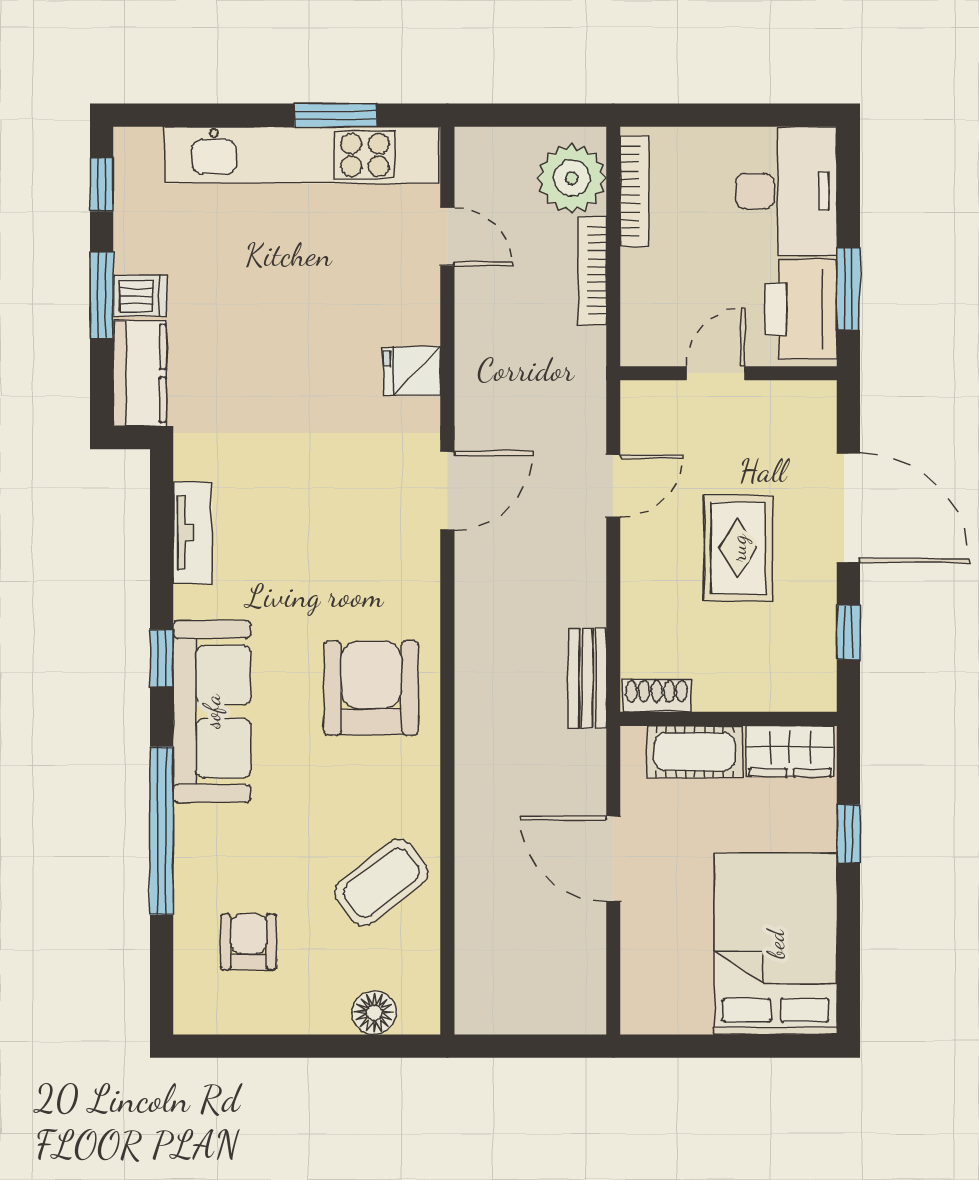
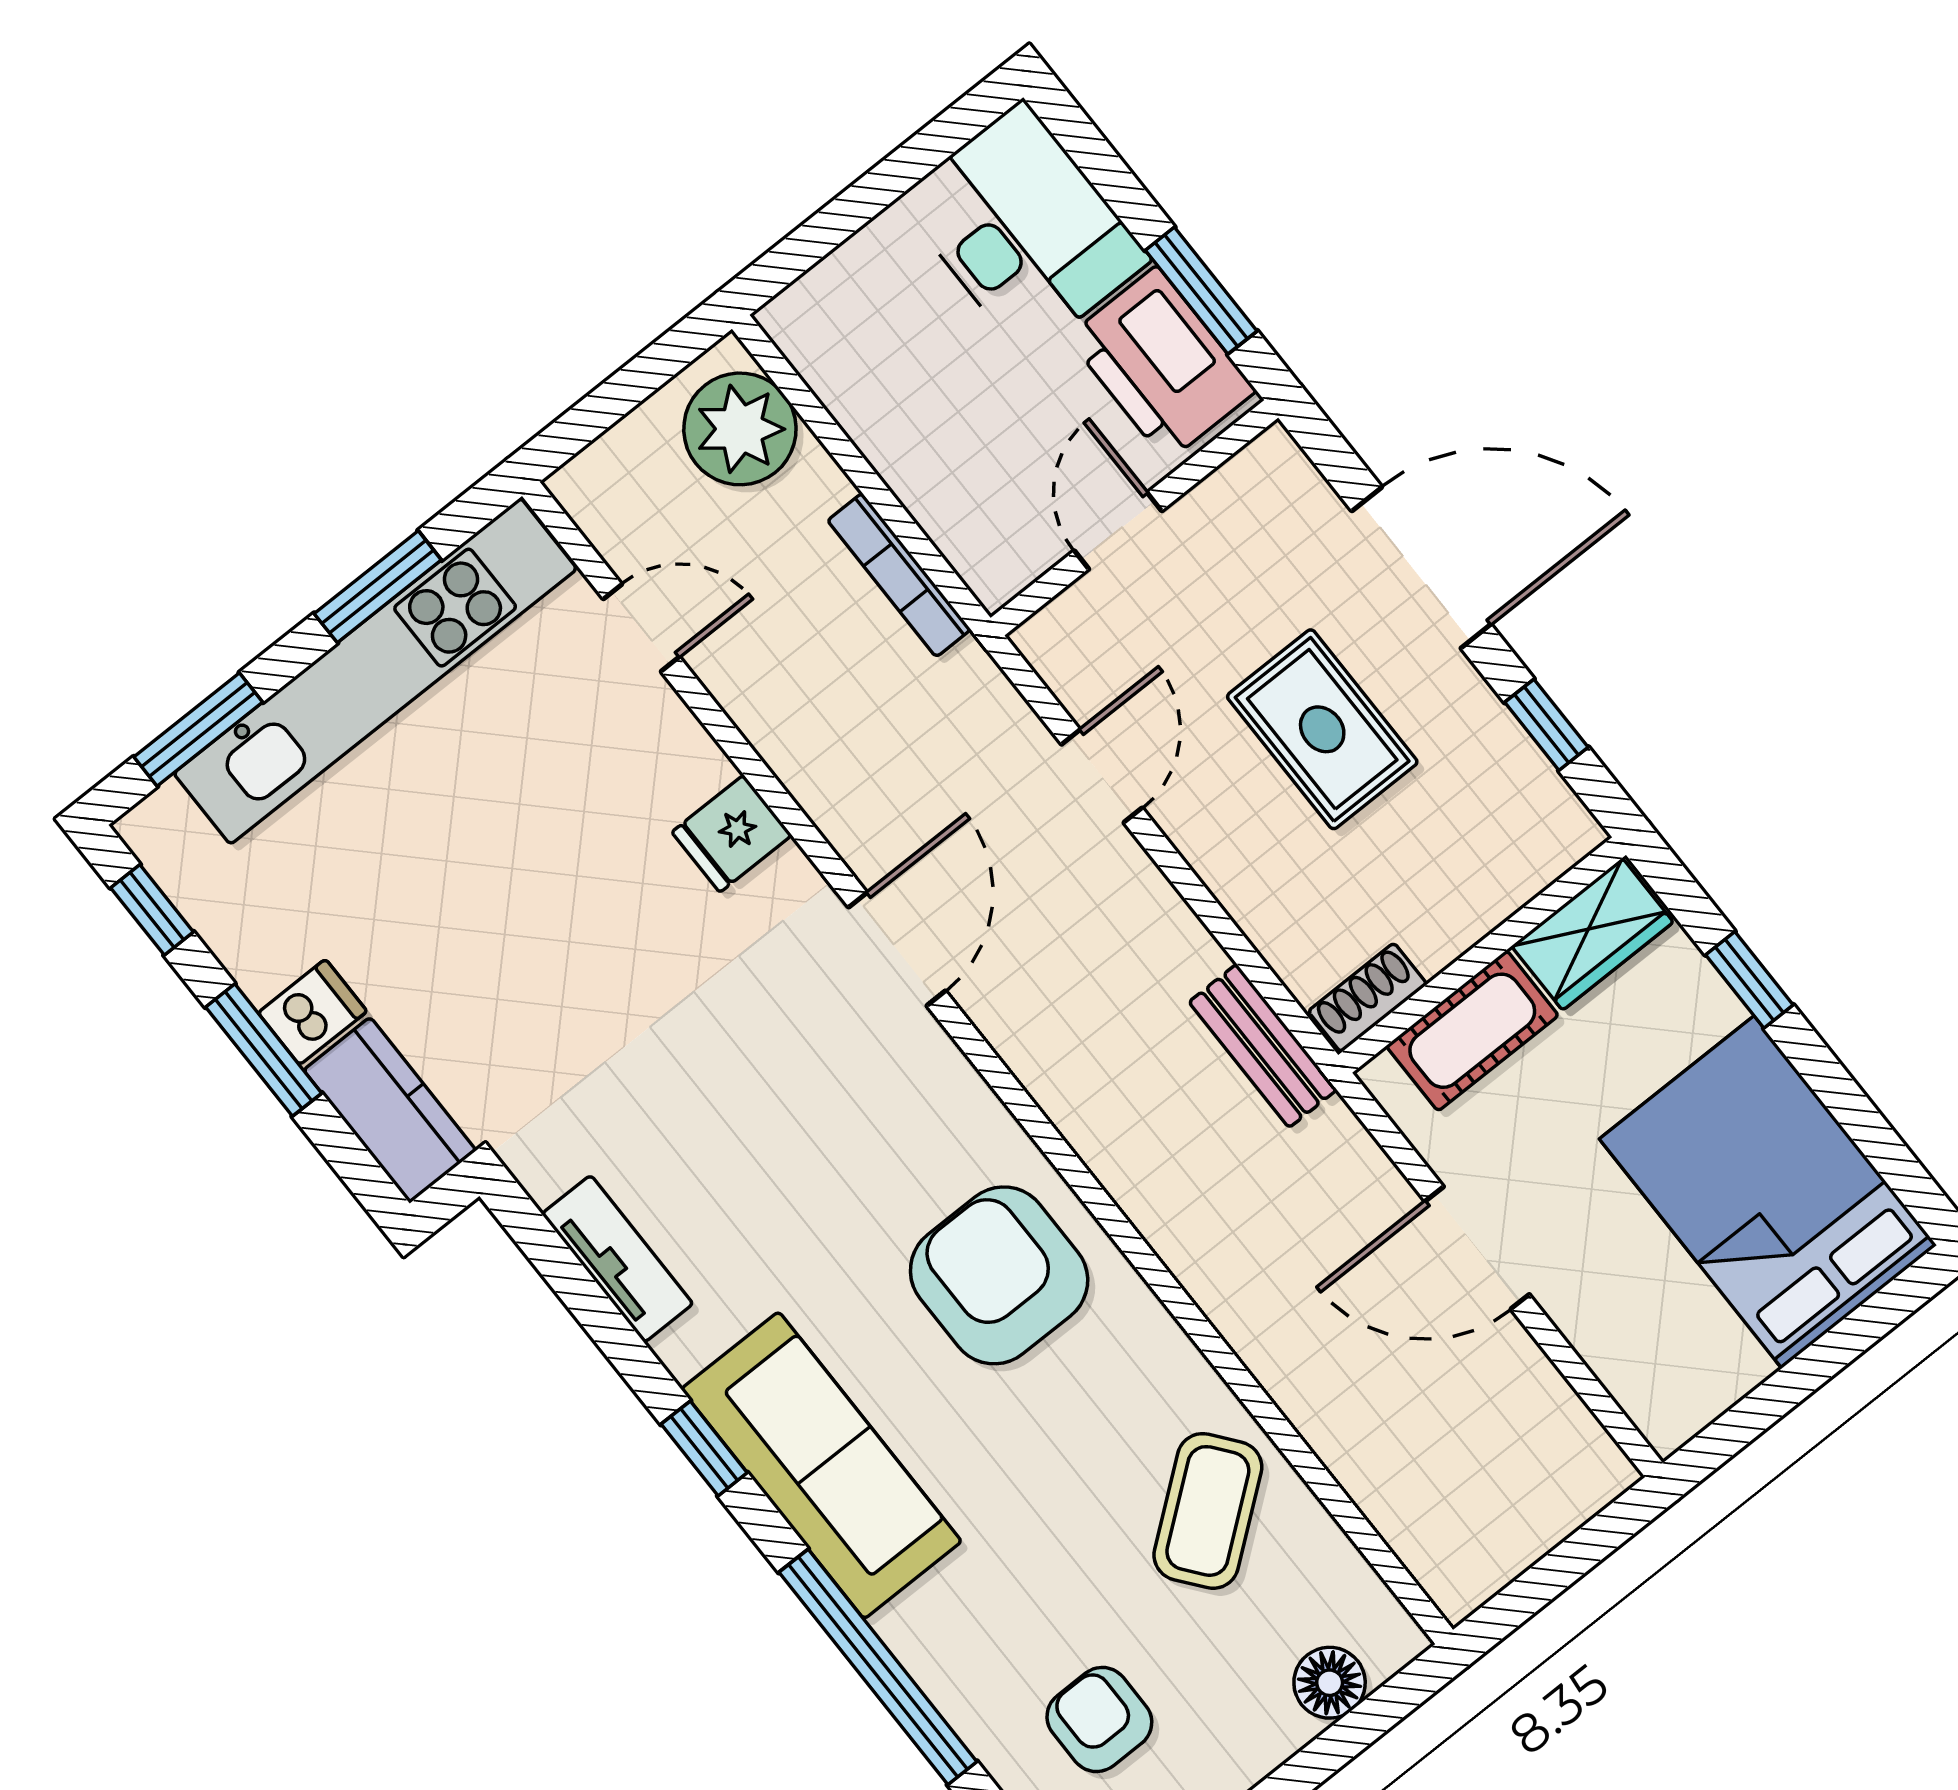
window: (194, 115) -> (198, 729), added
bookcase: (634, 191) -> (832, 382), removed
bookcase: (593, 271) -> (899, 575), moved

